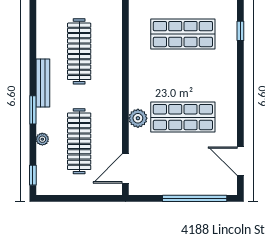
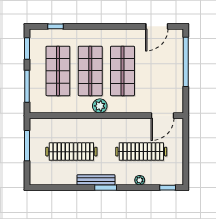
shop shelf: (183, 76) -> (90, 71), added
window: (33, 110) -> (106, 188), moved
plant: (138, 118) -> (100, 106), moved
door: (125, 169) -> (162, 116), hinge flipped

